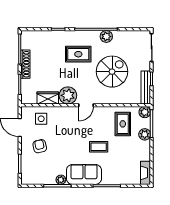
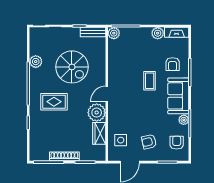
plant: (106, 36) -> (36, 62), moved
rug: (78, 54) -> (54, 102), turned 90
spiral stairs: (112, 72) -> (72, 67), turned 180
bench: (146, 87) -> (93, 32), width x0.73
door: (86, 105) -> (107, 94), swing flipped
rug: (123, 124) -> (126, 56), removed
plant: (145, 134) -> (158, 33), moved
armchair: (115, 169) -> (173, 64), added
armchair: (39, 173) -> (177, 143), added

